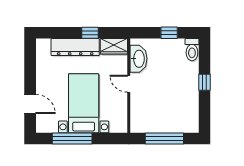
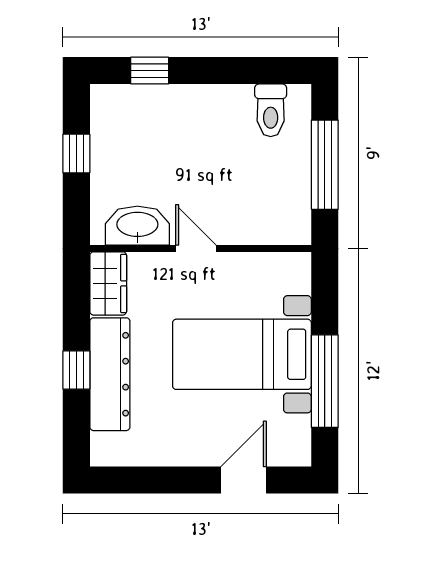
window: (90, 33) -> (76, 370), moved
toilet: (192, 50) -> (271, 110), moved, turned 90
window: (204, 82) -> (150, 71), moved
door: (129, 84) -> (196, 248), swing flipped

